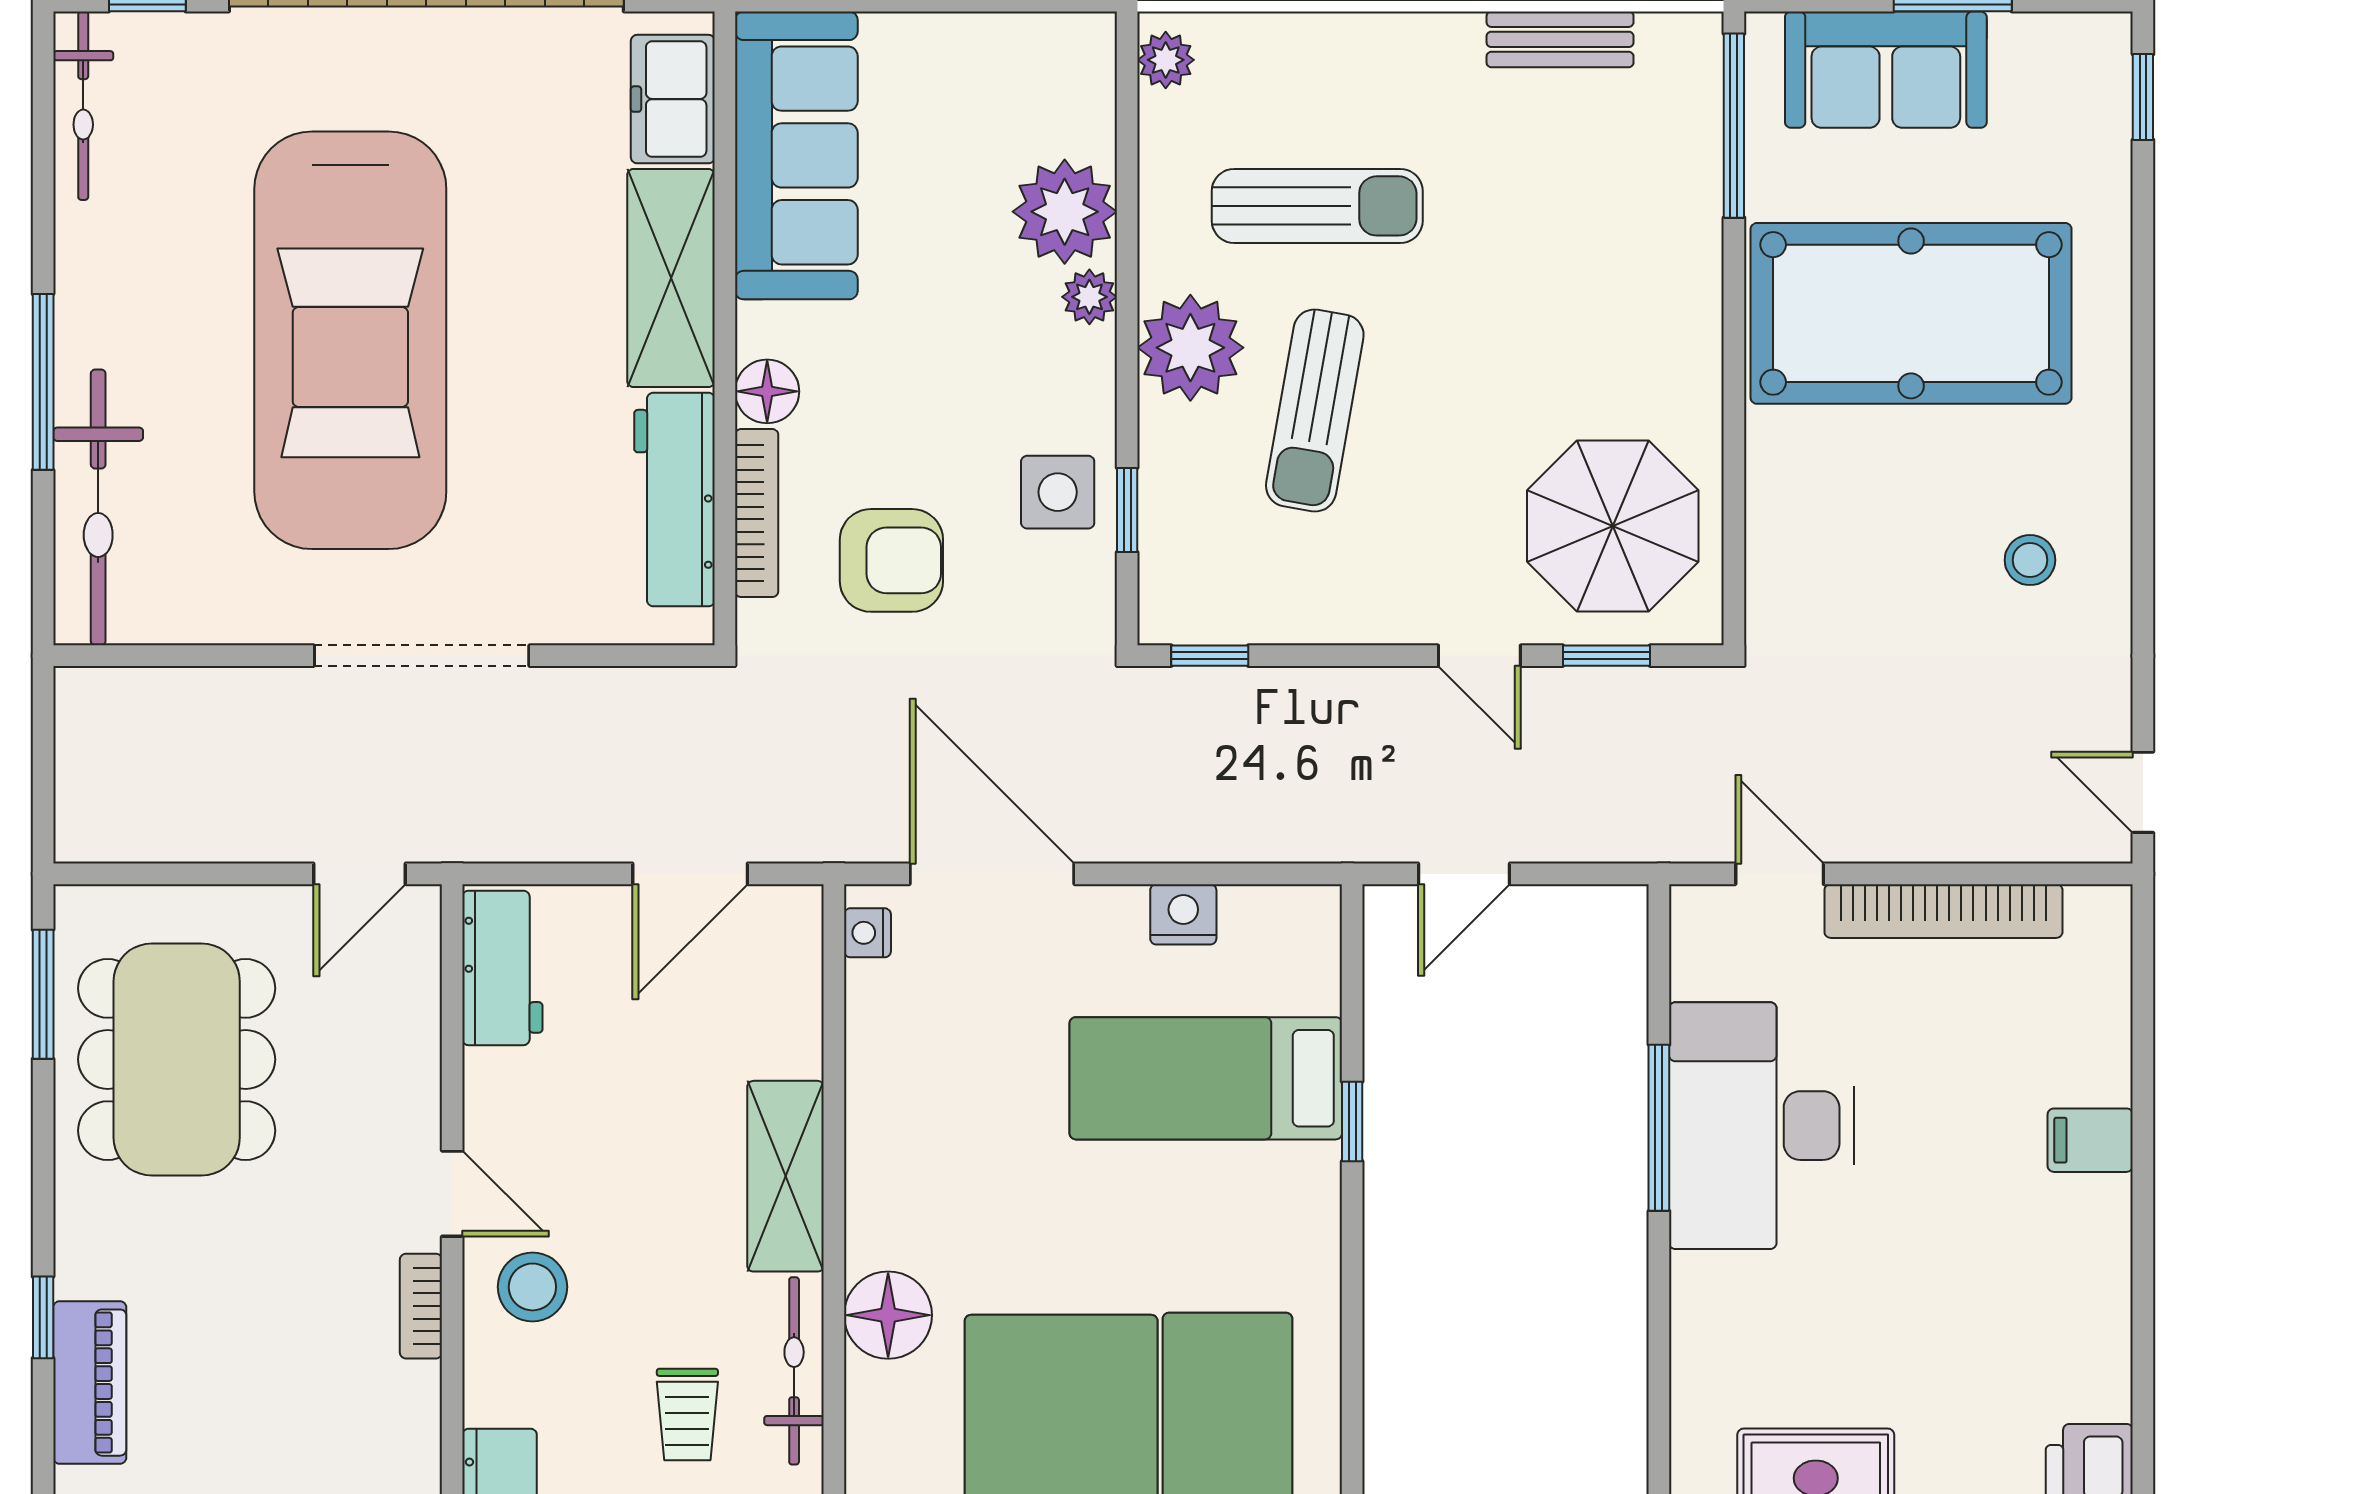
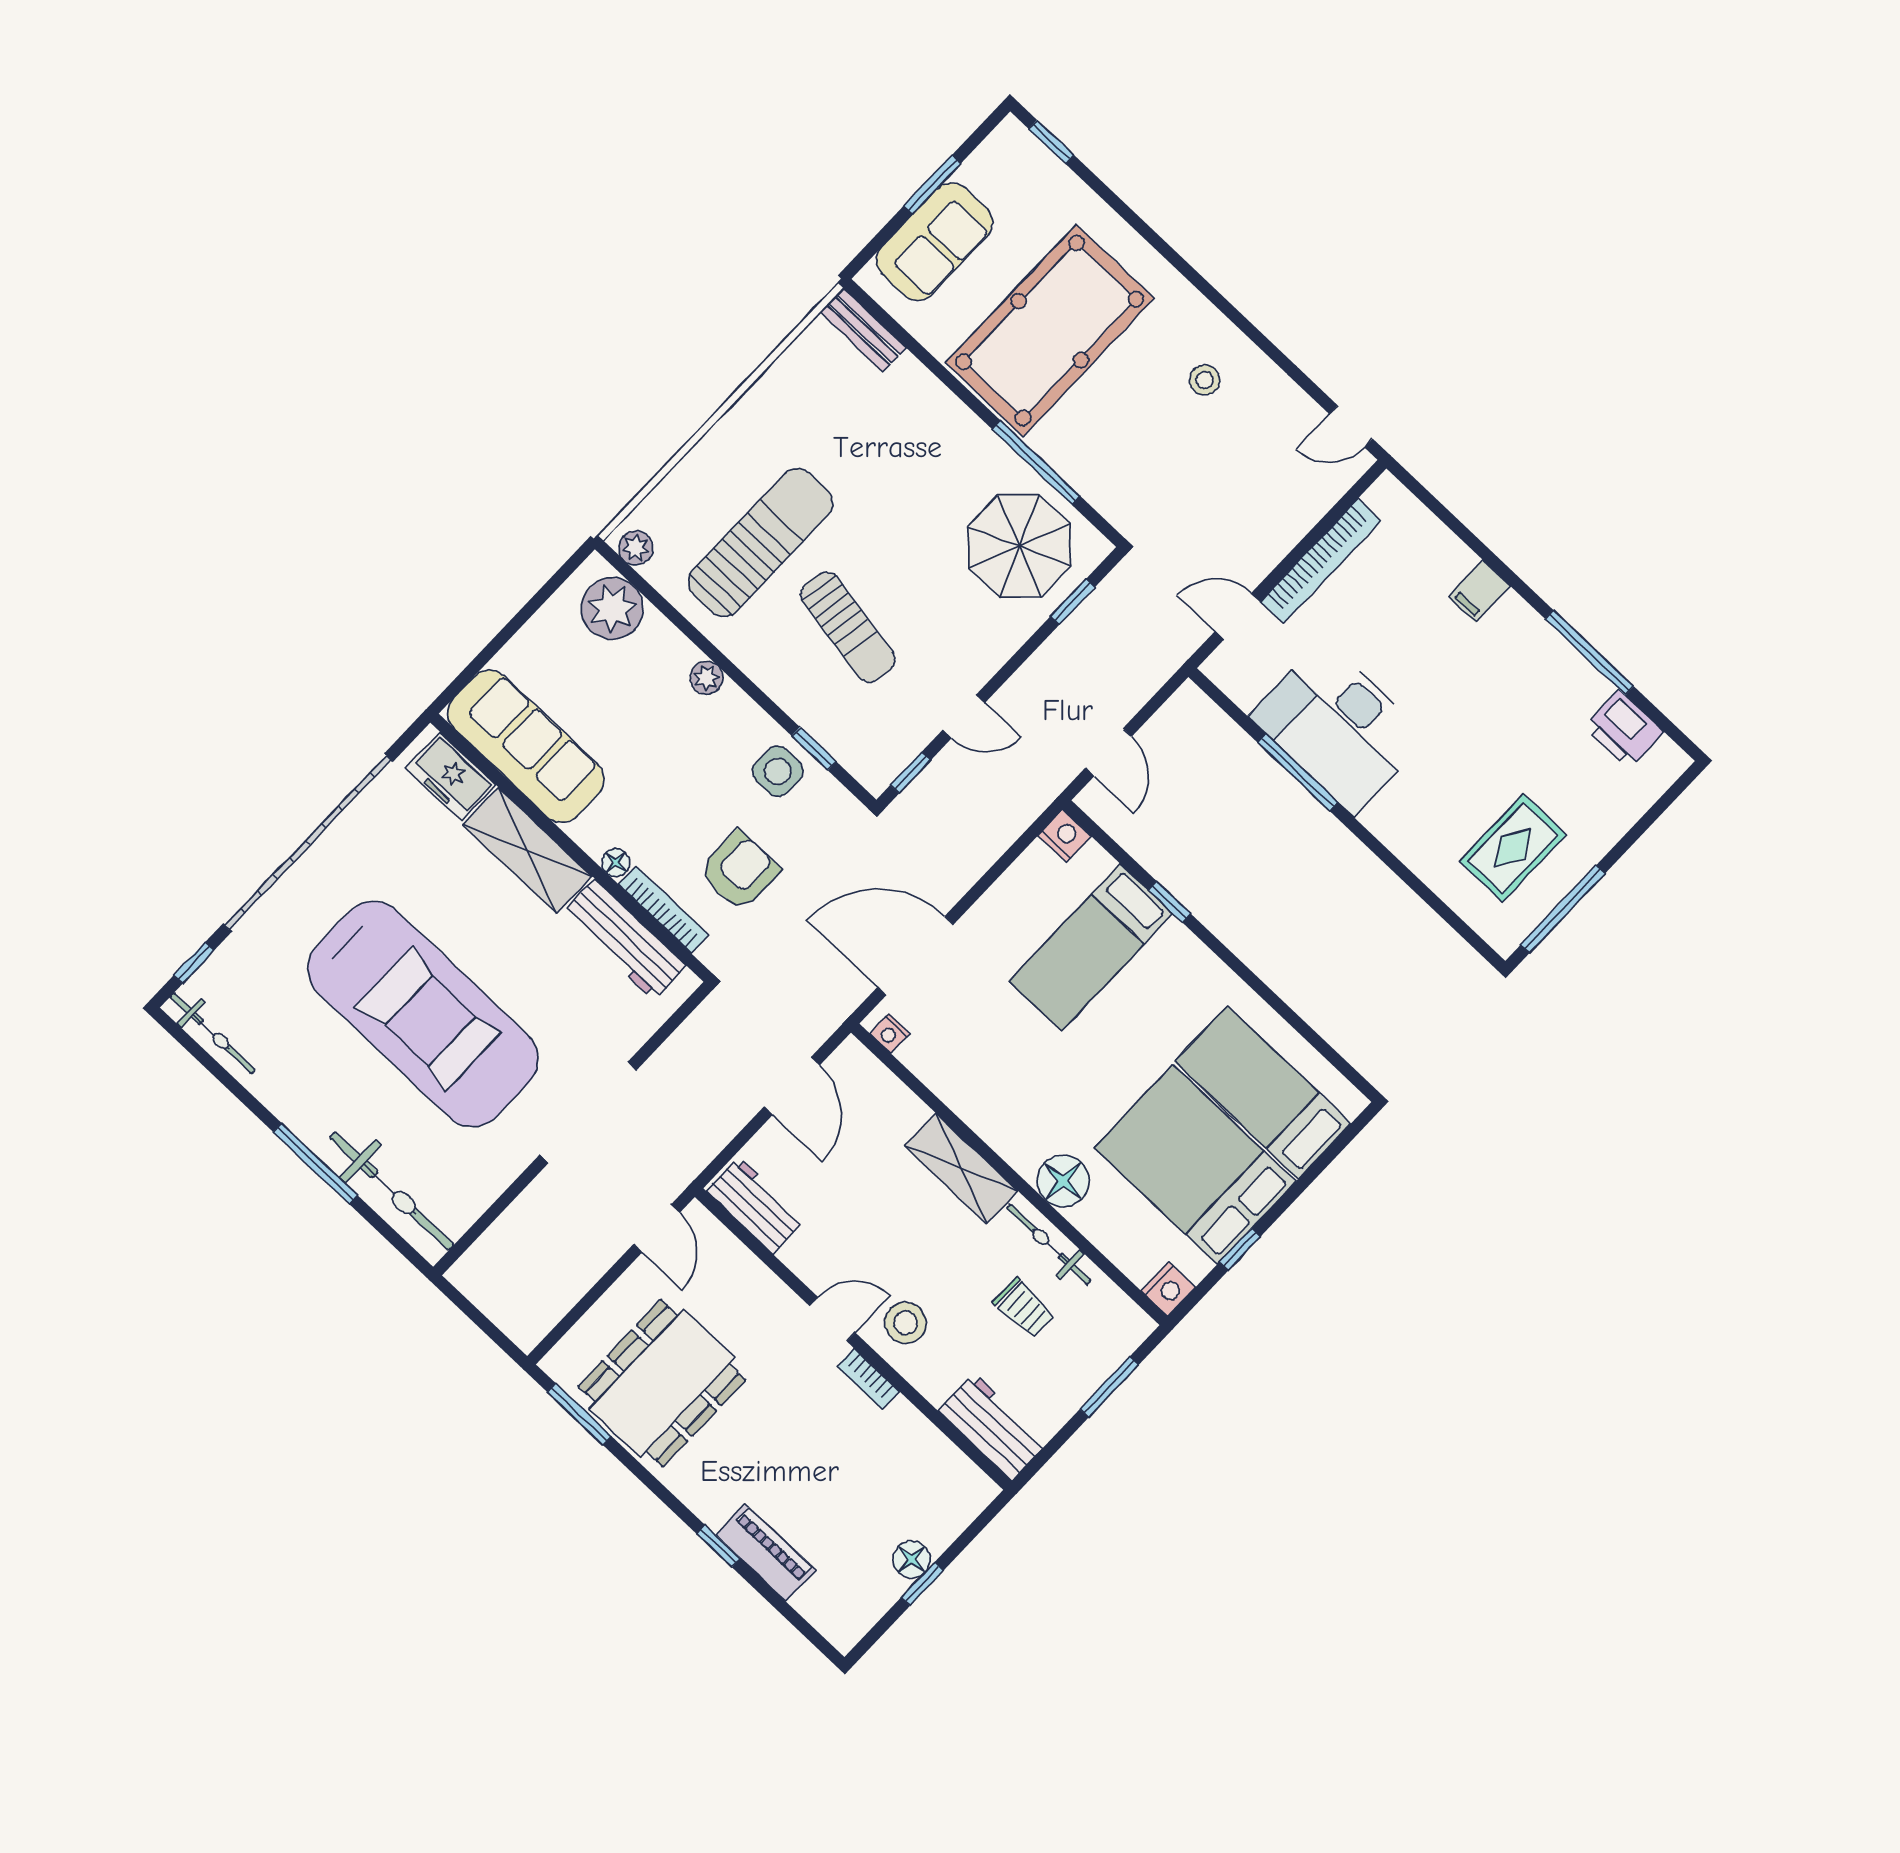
bench: (1560, 39) -> (863, 330), moved, turned 90
window: (1734, 126) -> (1036, 463), moved
sun lounger: (1317, 206) -> (761, 542), width x1.36, depth x1.34
plant: (1065, 212) -> (612, 608), moved
plant: (1190, 348) -> (770, 655), removed
floor lamp: (767, 391) -> (616, 863), width x0.73, depth x0.73
door: (1479, 656) -> (964, 716), moved
nightstand: (1183, 914) -> (1065, 836), moved, turned 90
dining table: (177, 1059) -> (662, 1383), turned 90
window: (2143, 1345) -> (1589, 653), added

